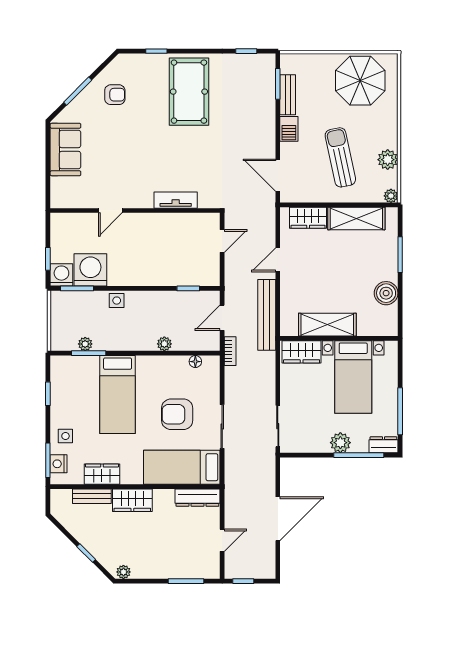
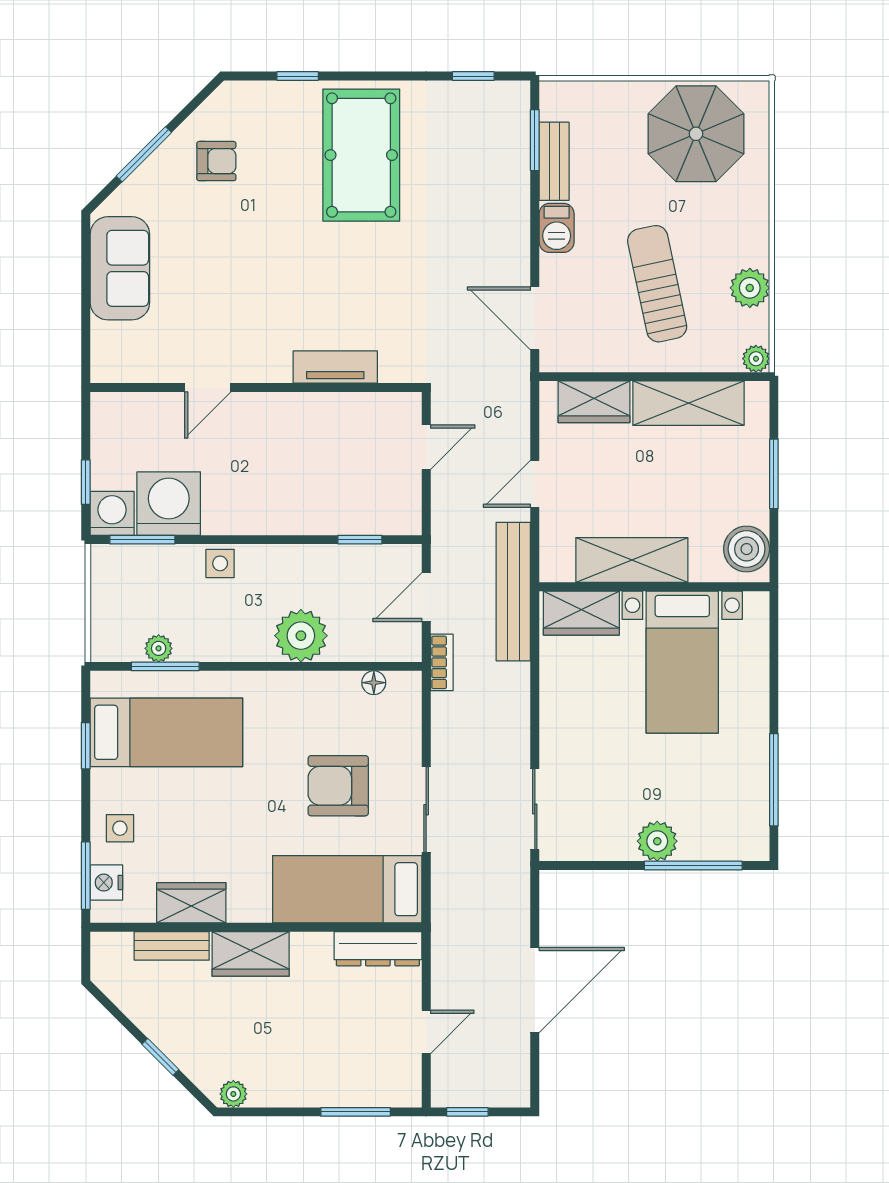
shelving: (327, 325) -> (632, 560), moved
wall: (339, 338) -> (654, 587), moved
plant: (164, 344) -> (301, 636), width x1.88, depth x1.88
wardrobe: (302, 352) -> (581, 613), moved
bed with nightstands: (353, 377) -> (682, 662), moved
bed: (118, 394) -> (166, 732), moved, turned -90
dresser: (383, 445) -> (741, 845), removed

